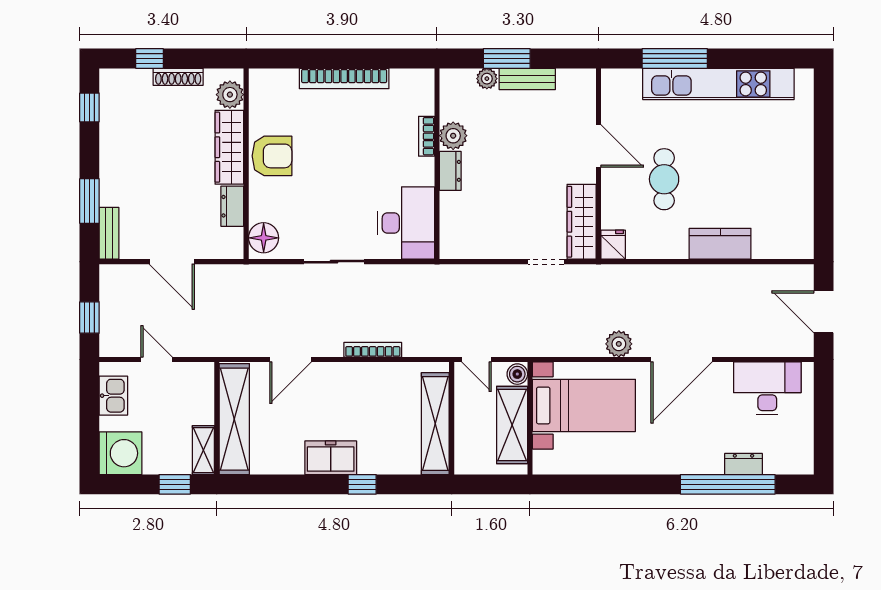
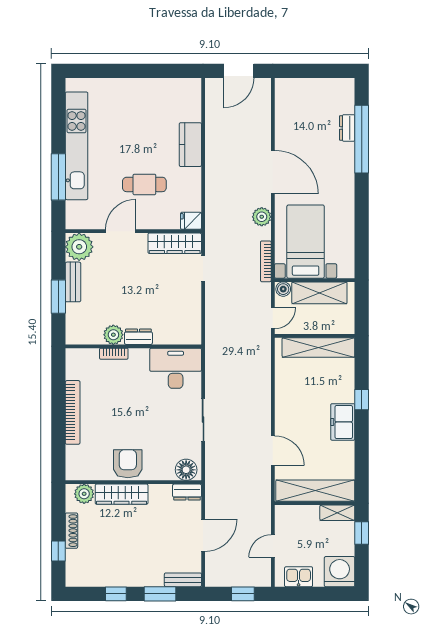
plant: (487, 79) -> (79, 247), moved, width x1.87, depth x1.87
window: (89, 107) -> (116, 594), moved
dresser: (232, 206) -> (187, 492), moved
bookcase: (373, 350) -> (266, 261), moved
desk: (767, 388) -> (293, 111), removed

